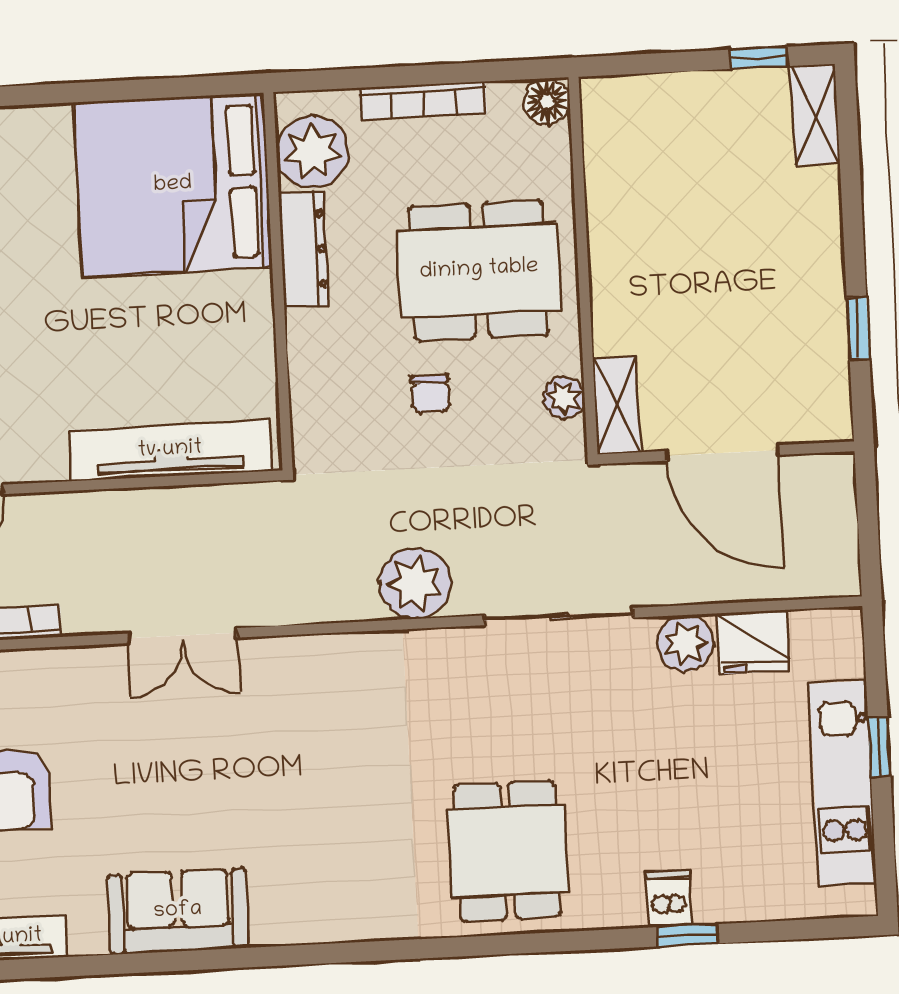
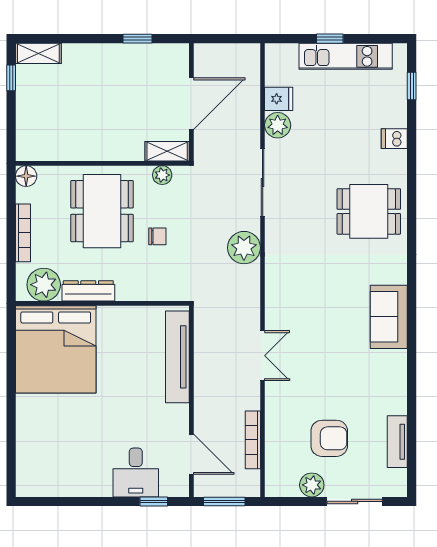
fridge: (753, 642) -> (279, 99), width x0.72
sofa: (178, 911) -> (389, 317), moved
window: (688, 935) -> (412, 86), moved

